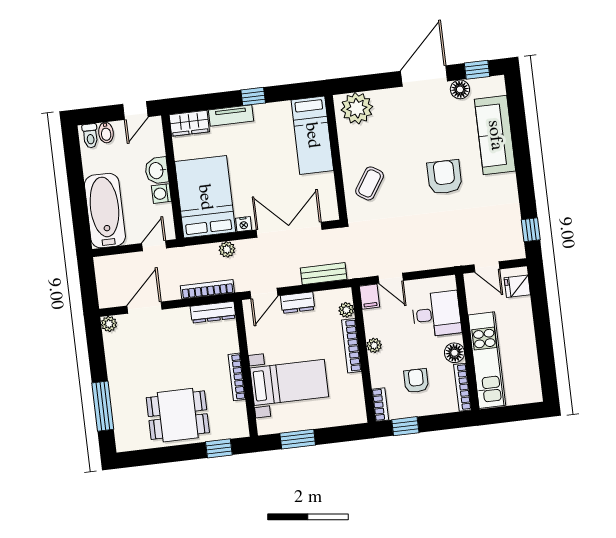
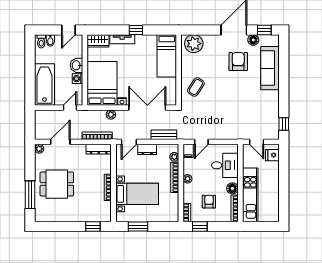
armchair: (444, 177) -> (238, 62), moved
door: (391, 278) -> (201, 142), hinge flipped
dining table: (178, 415) -> (57, 184), moved

